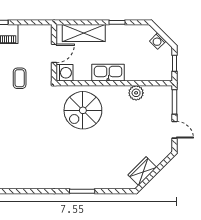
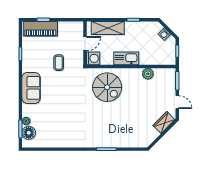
spiral stairs: (83, 110) -> (107, 87), turned -90
wardrobe: (142, 171) -> (164, 122), moved

